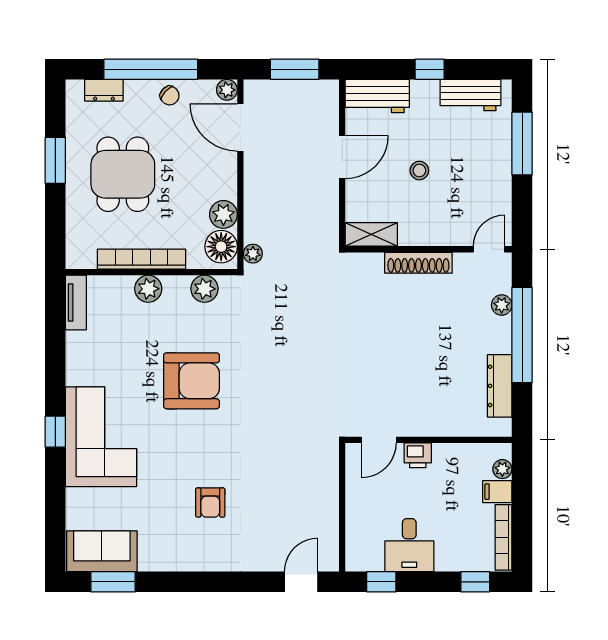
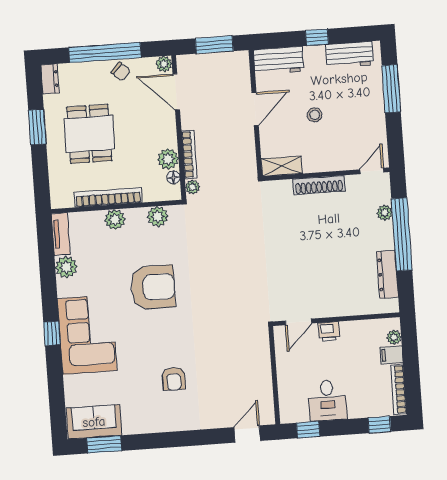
dresser: (104, 90) -> (50, 79), moved, turned -90
bookcase: (252, 211) -> (189, 154), added
floor lamp: (221, 247) -> (173, 177), width x0.53, depth x0.53
plant: (80, 346) -> (66, 267), added

